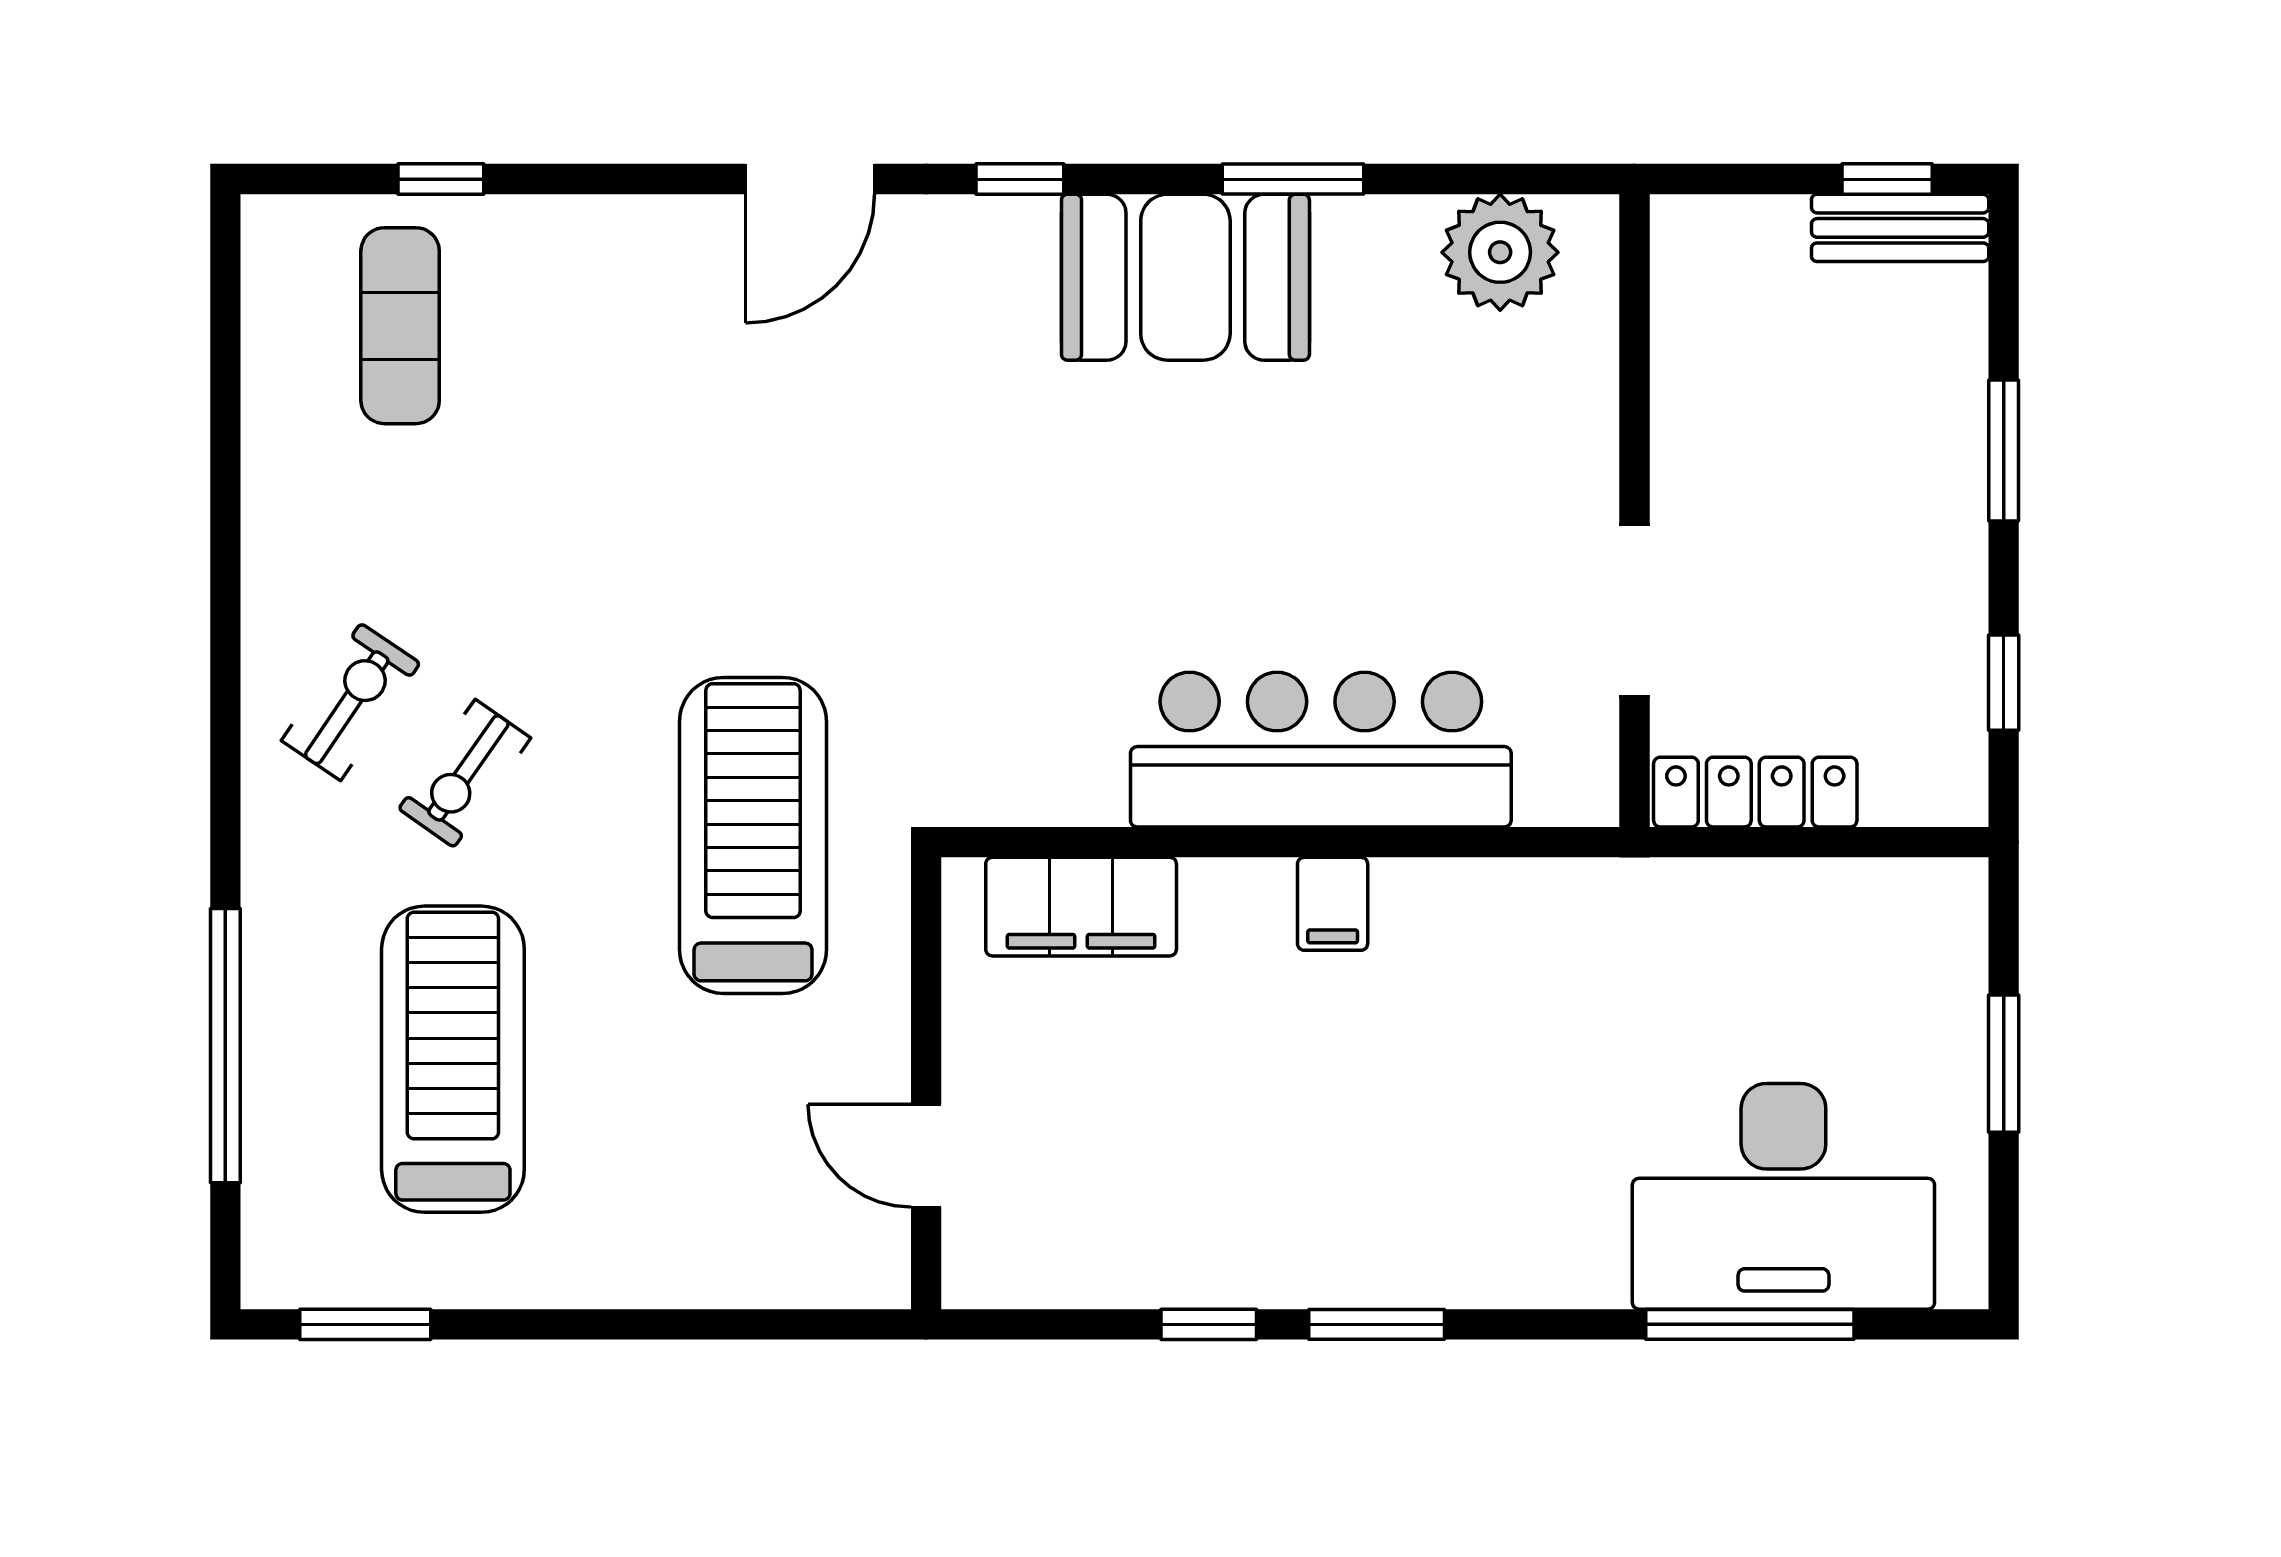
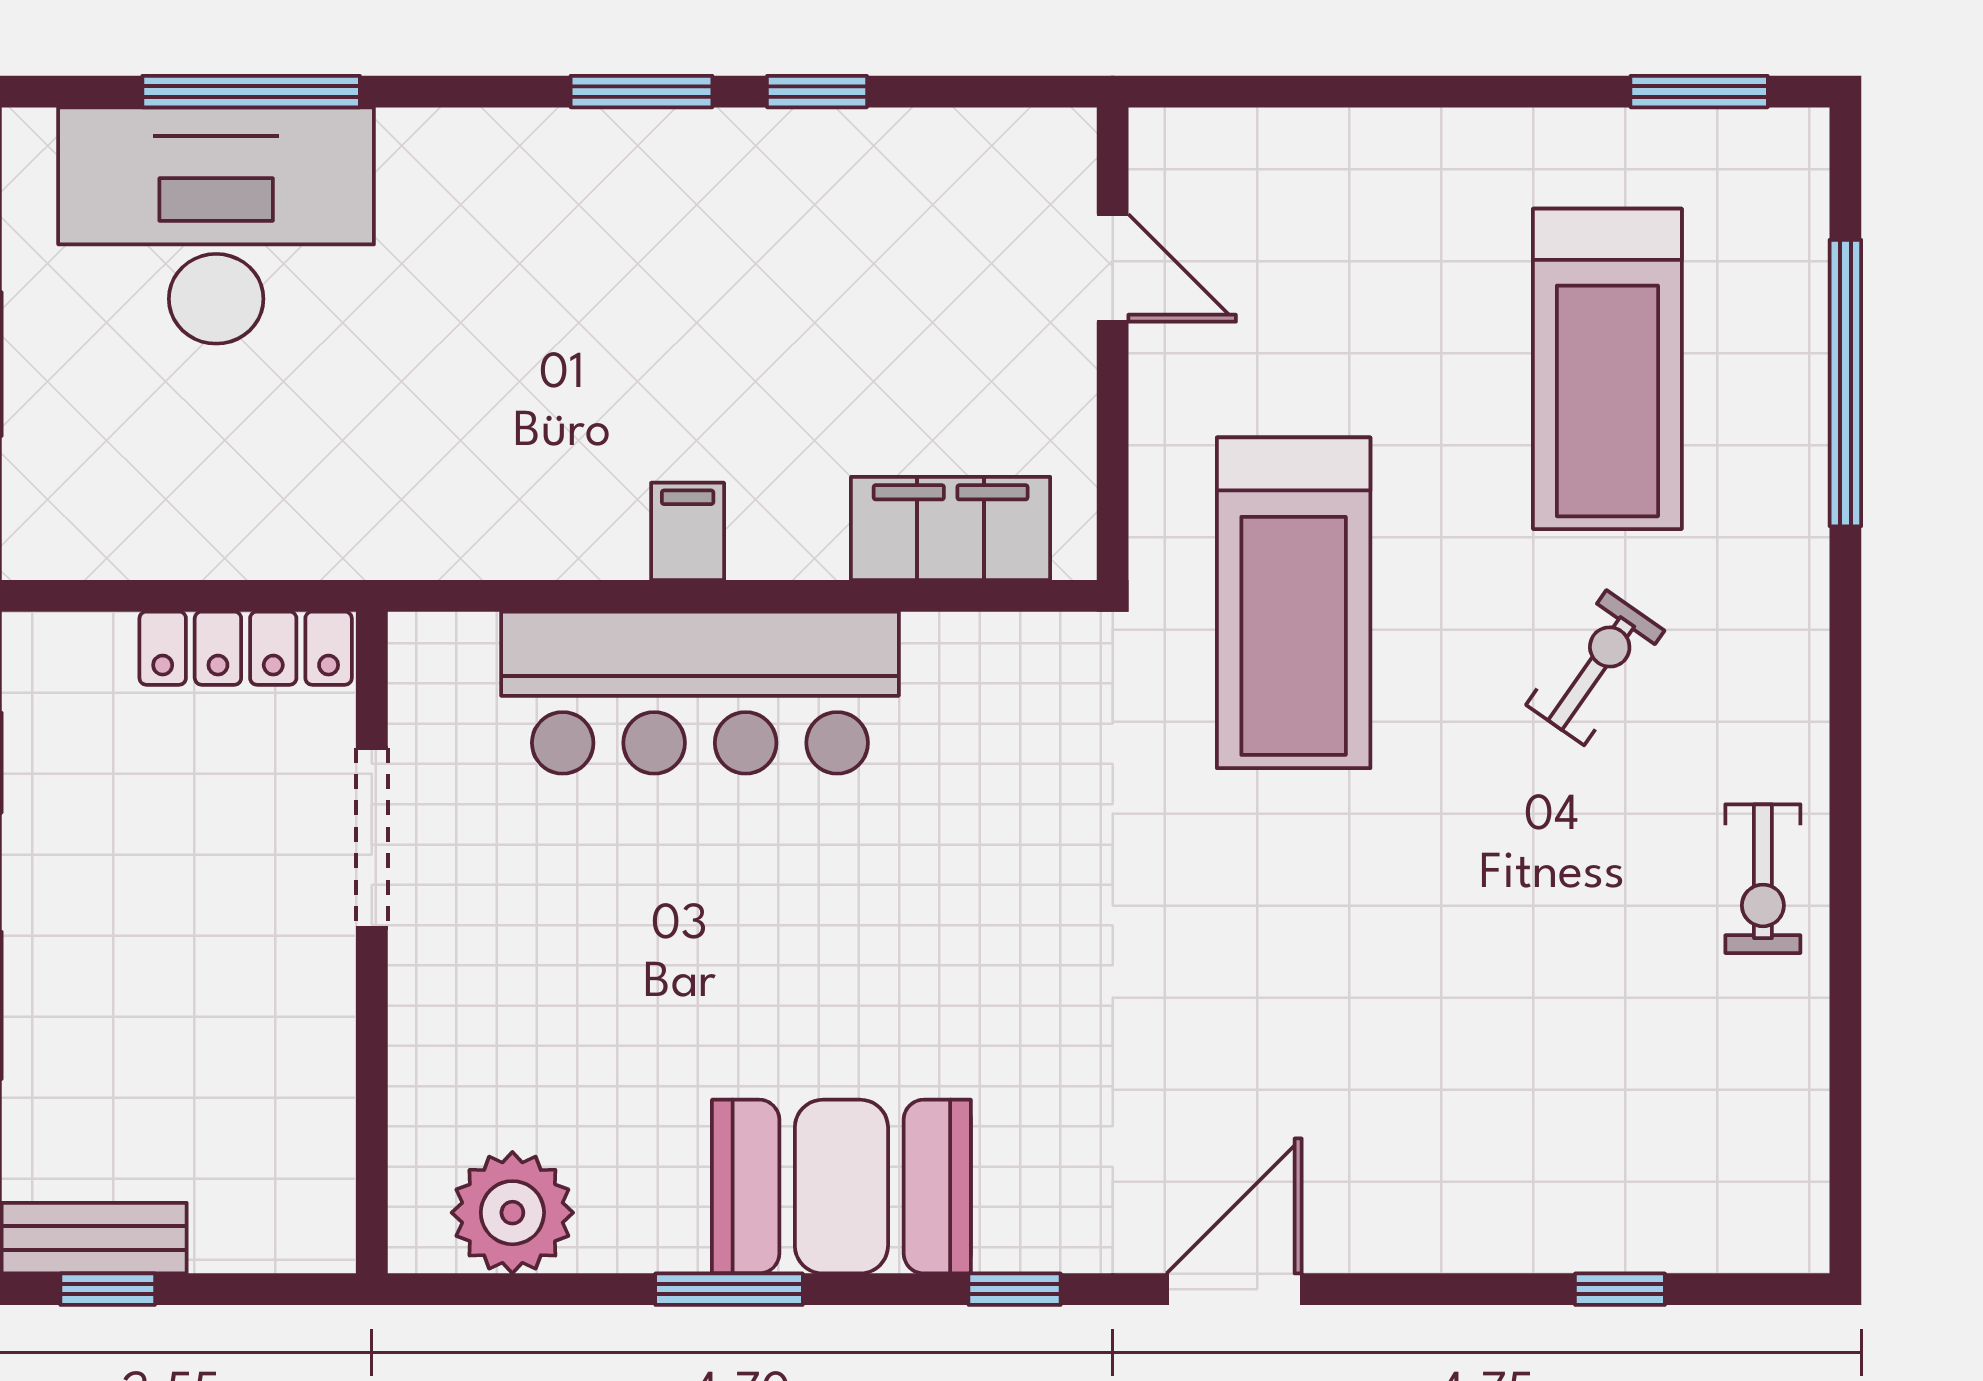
exercise mat: (400, 326) -> (1663, 1136), removed
exercise bike: (351, 702) -> (1763, 879), moved, turned -34

